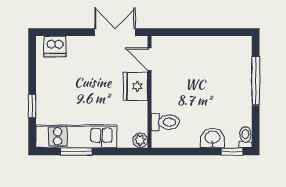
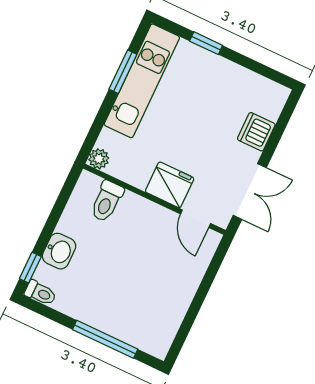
dishwasher: (55, 46) -> (256, 132), moved
door: (149, 59) -> (196, 219), swing flipped

